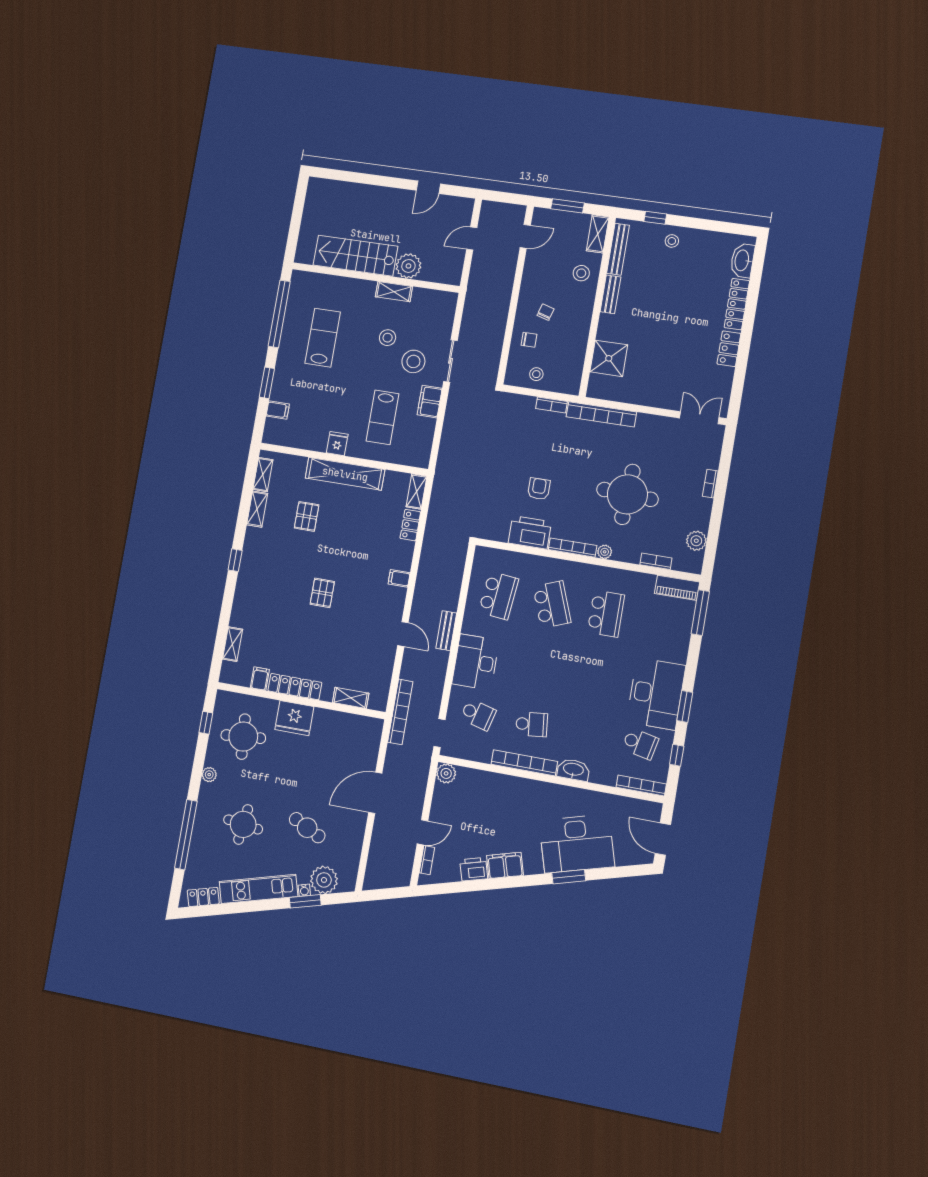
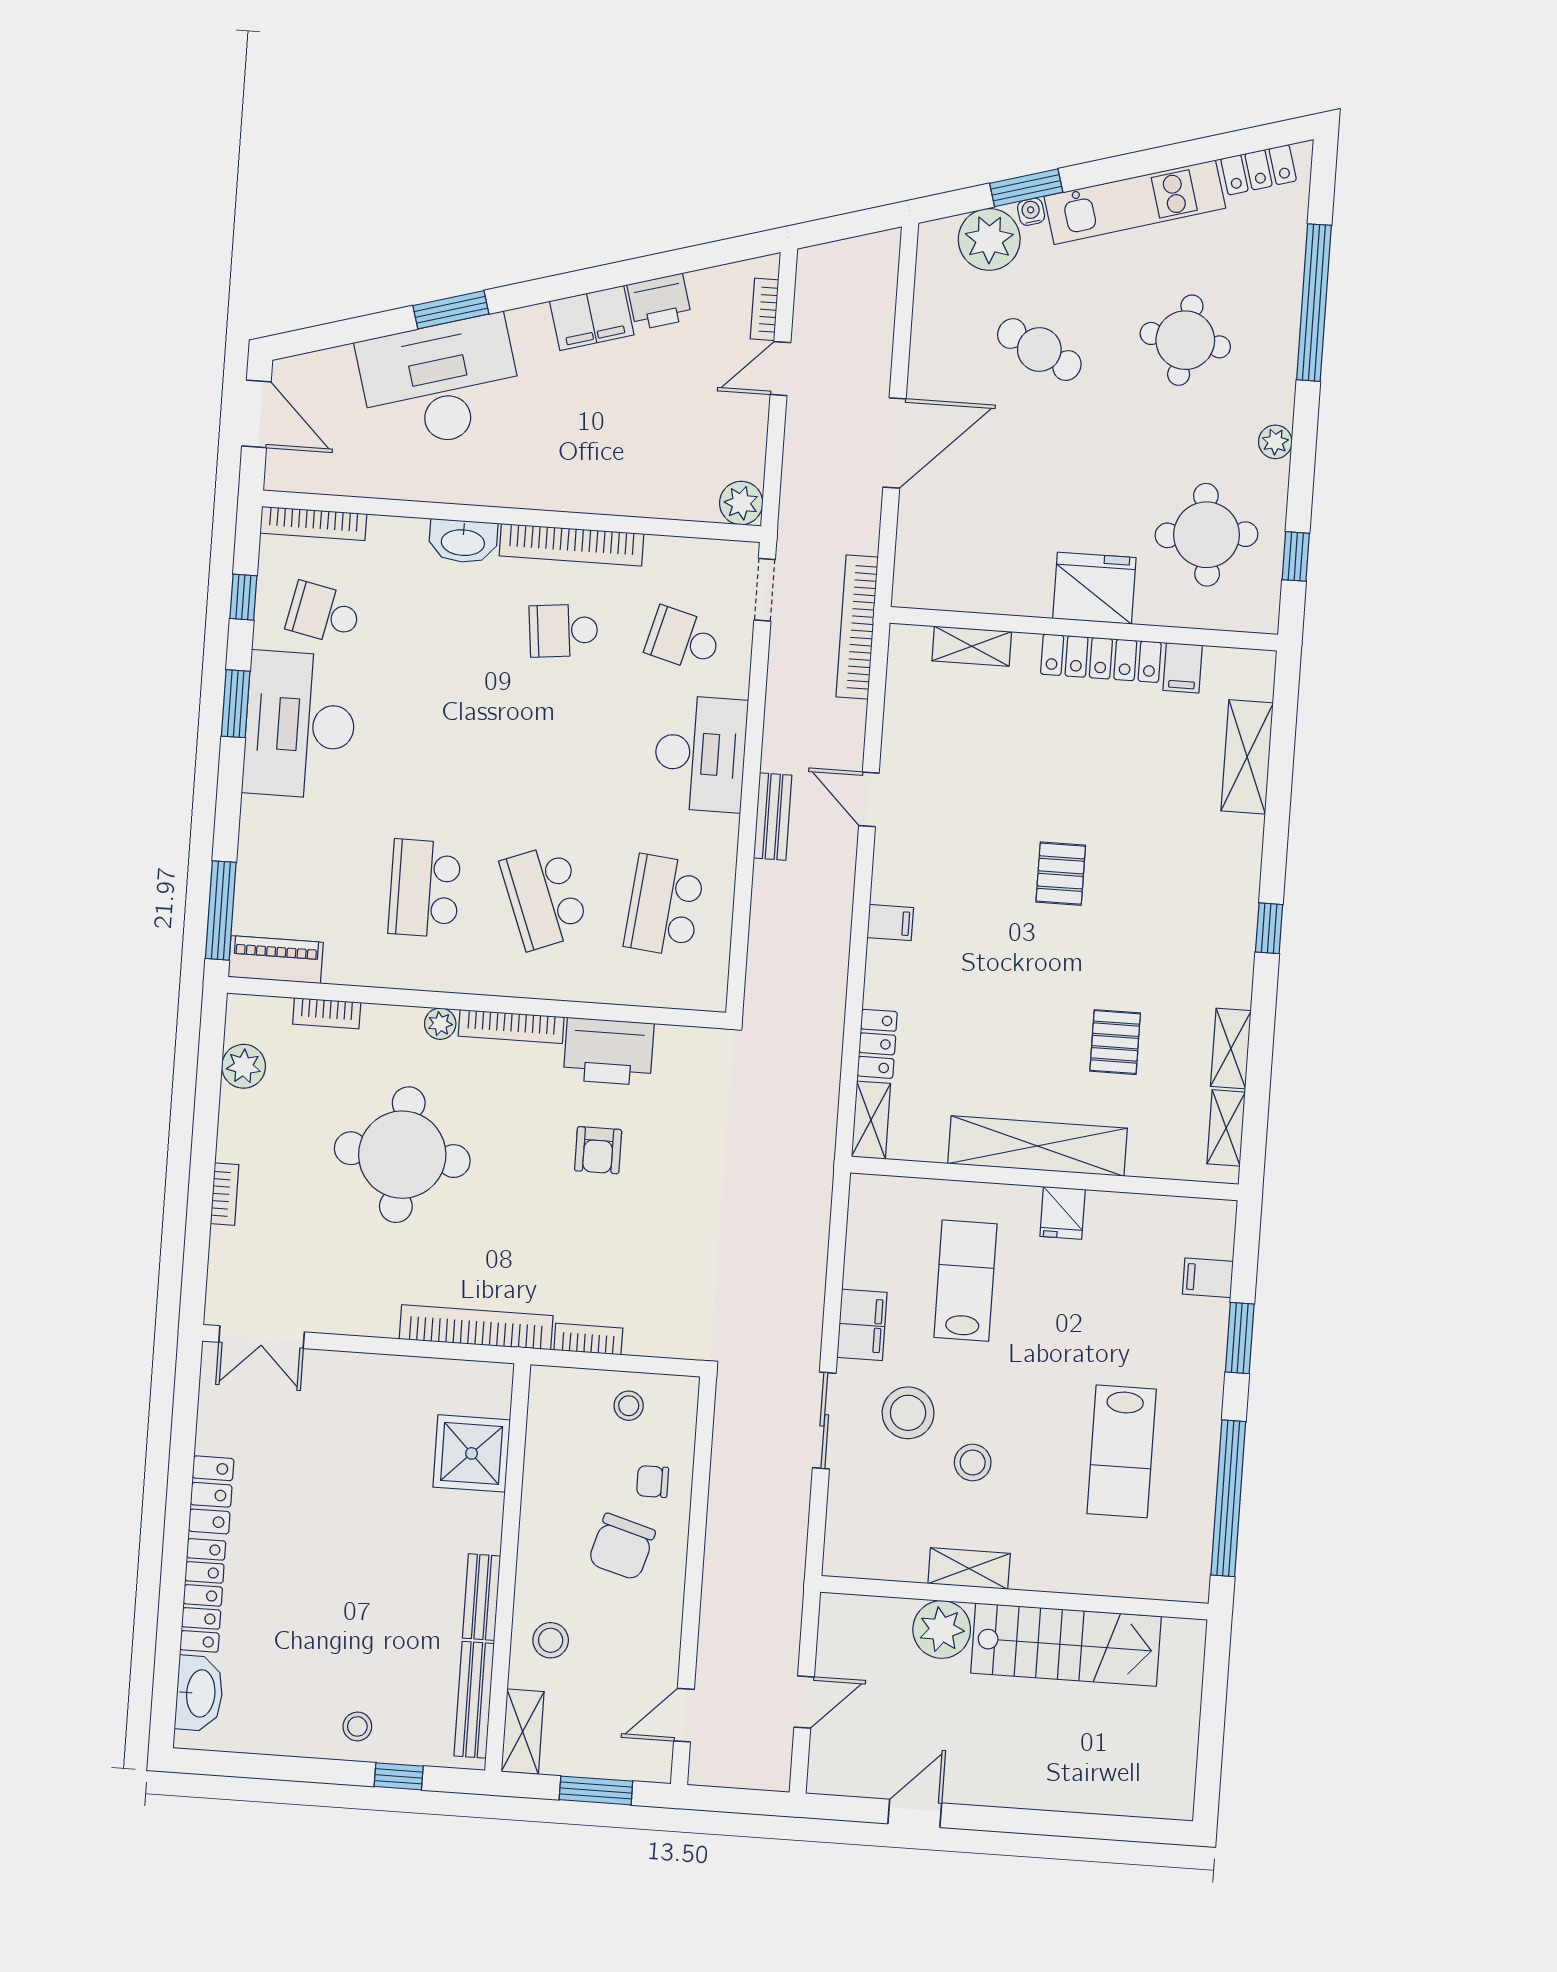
chair: (546, 312) -> (622, 1547), width x1.87, depth x1.87
shelving: (233, 644) -> (1247, 757), width x1.50, depth x1.33

